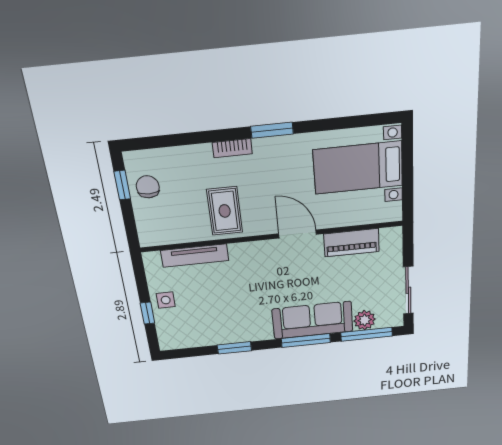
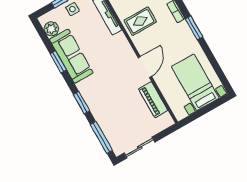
sofa: (313, 320) -> (71, 56), moved
plant: (365, 320) -> (51, 29), moved
window: (306, 340) -> (82, 103), width x0.69

